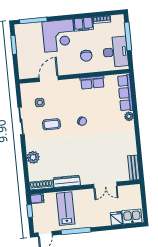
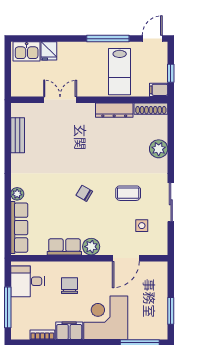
desk: (115, 52) -> (28, 281), width x0.73
plant: (74, 84) -> (91, 247), added
bench: (134, 168) -> (18, 135), moved

